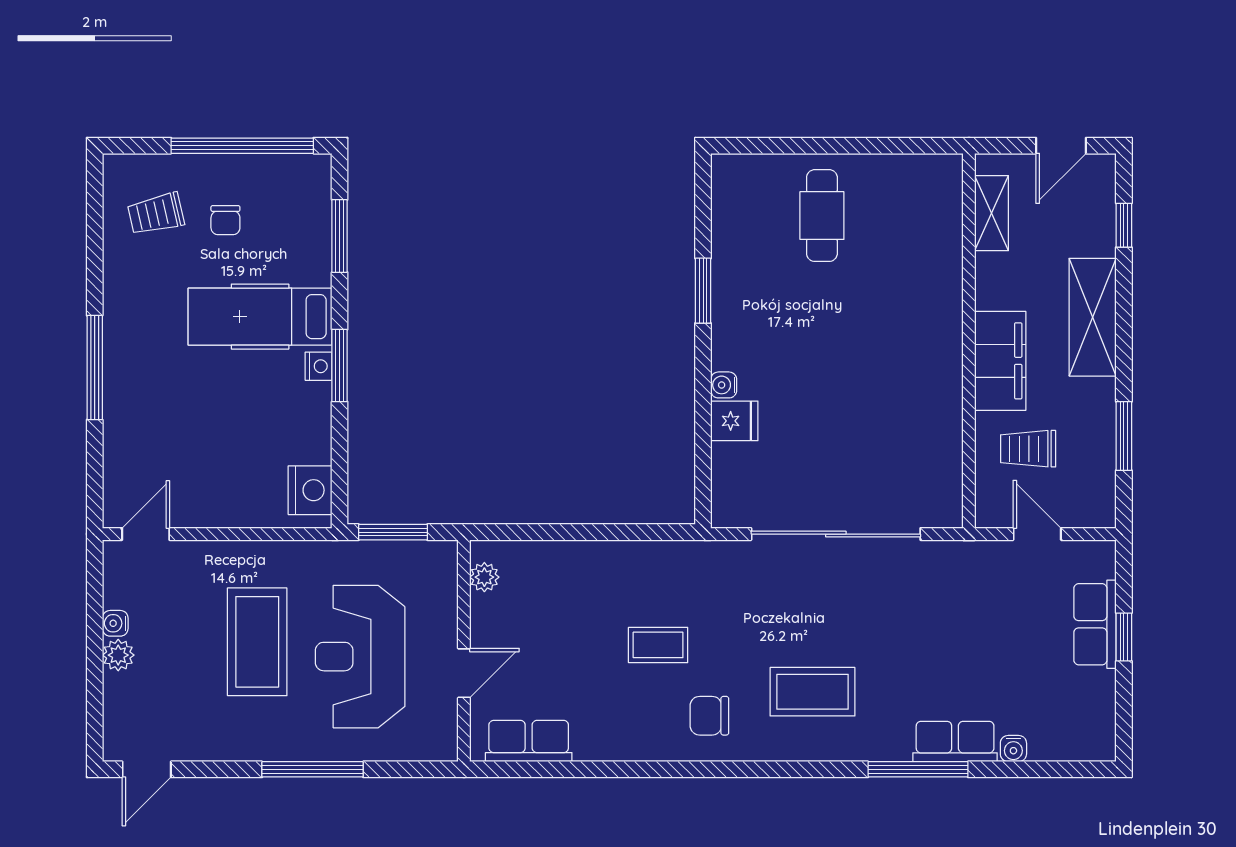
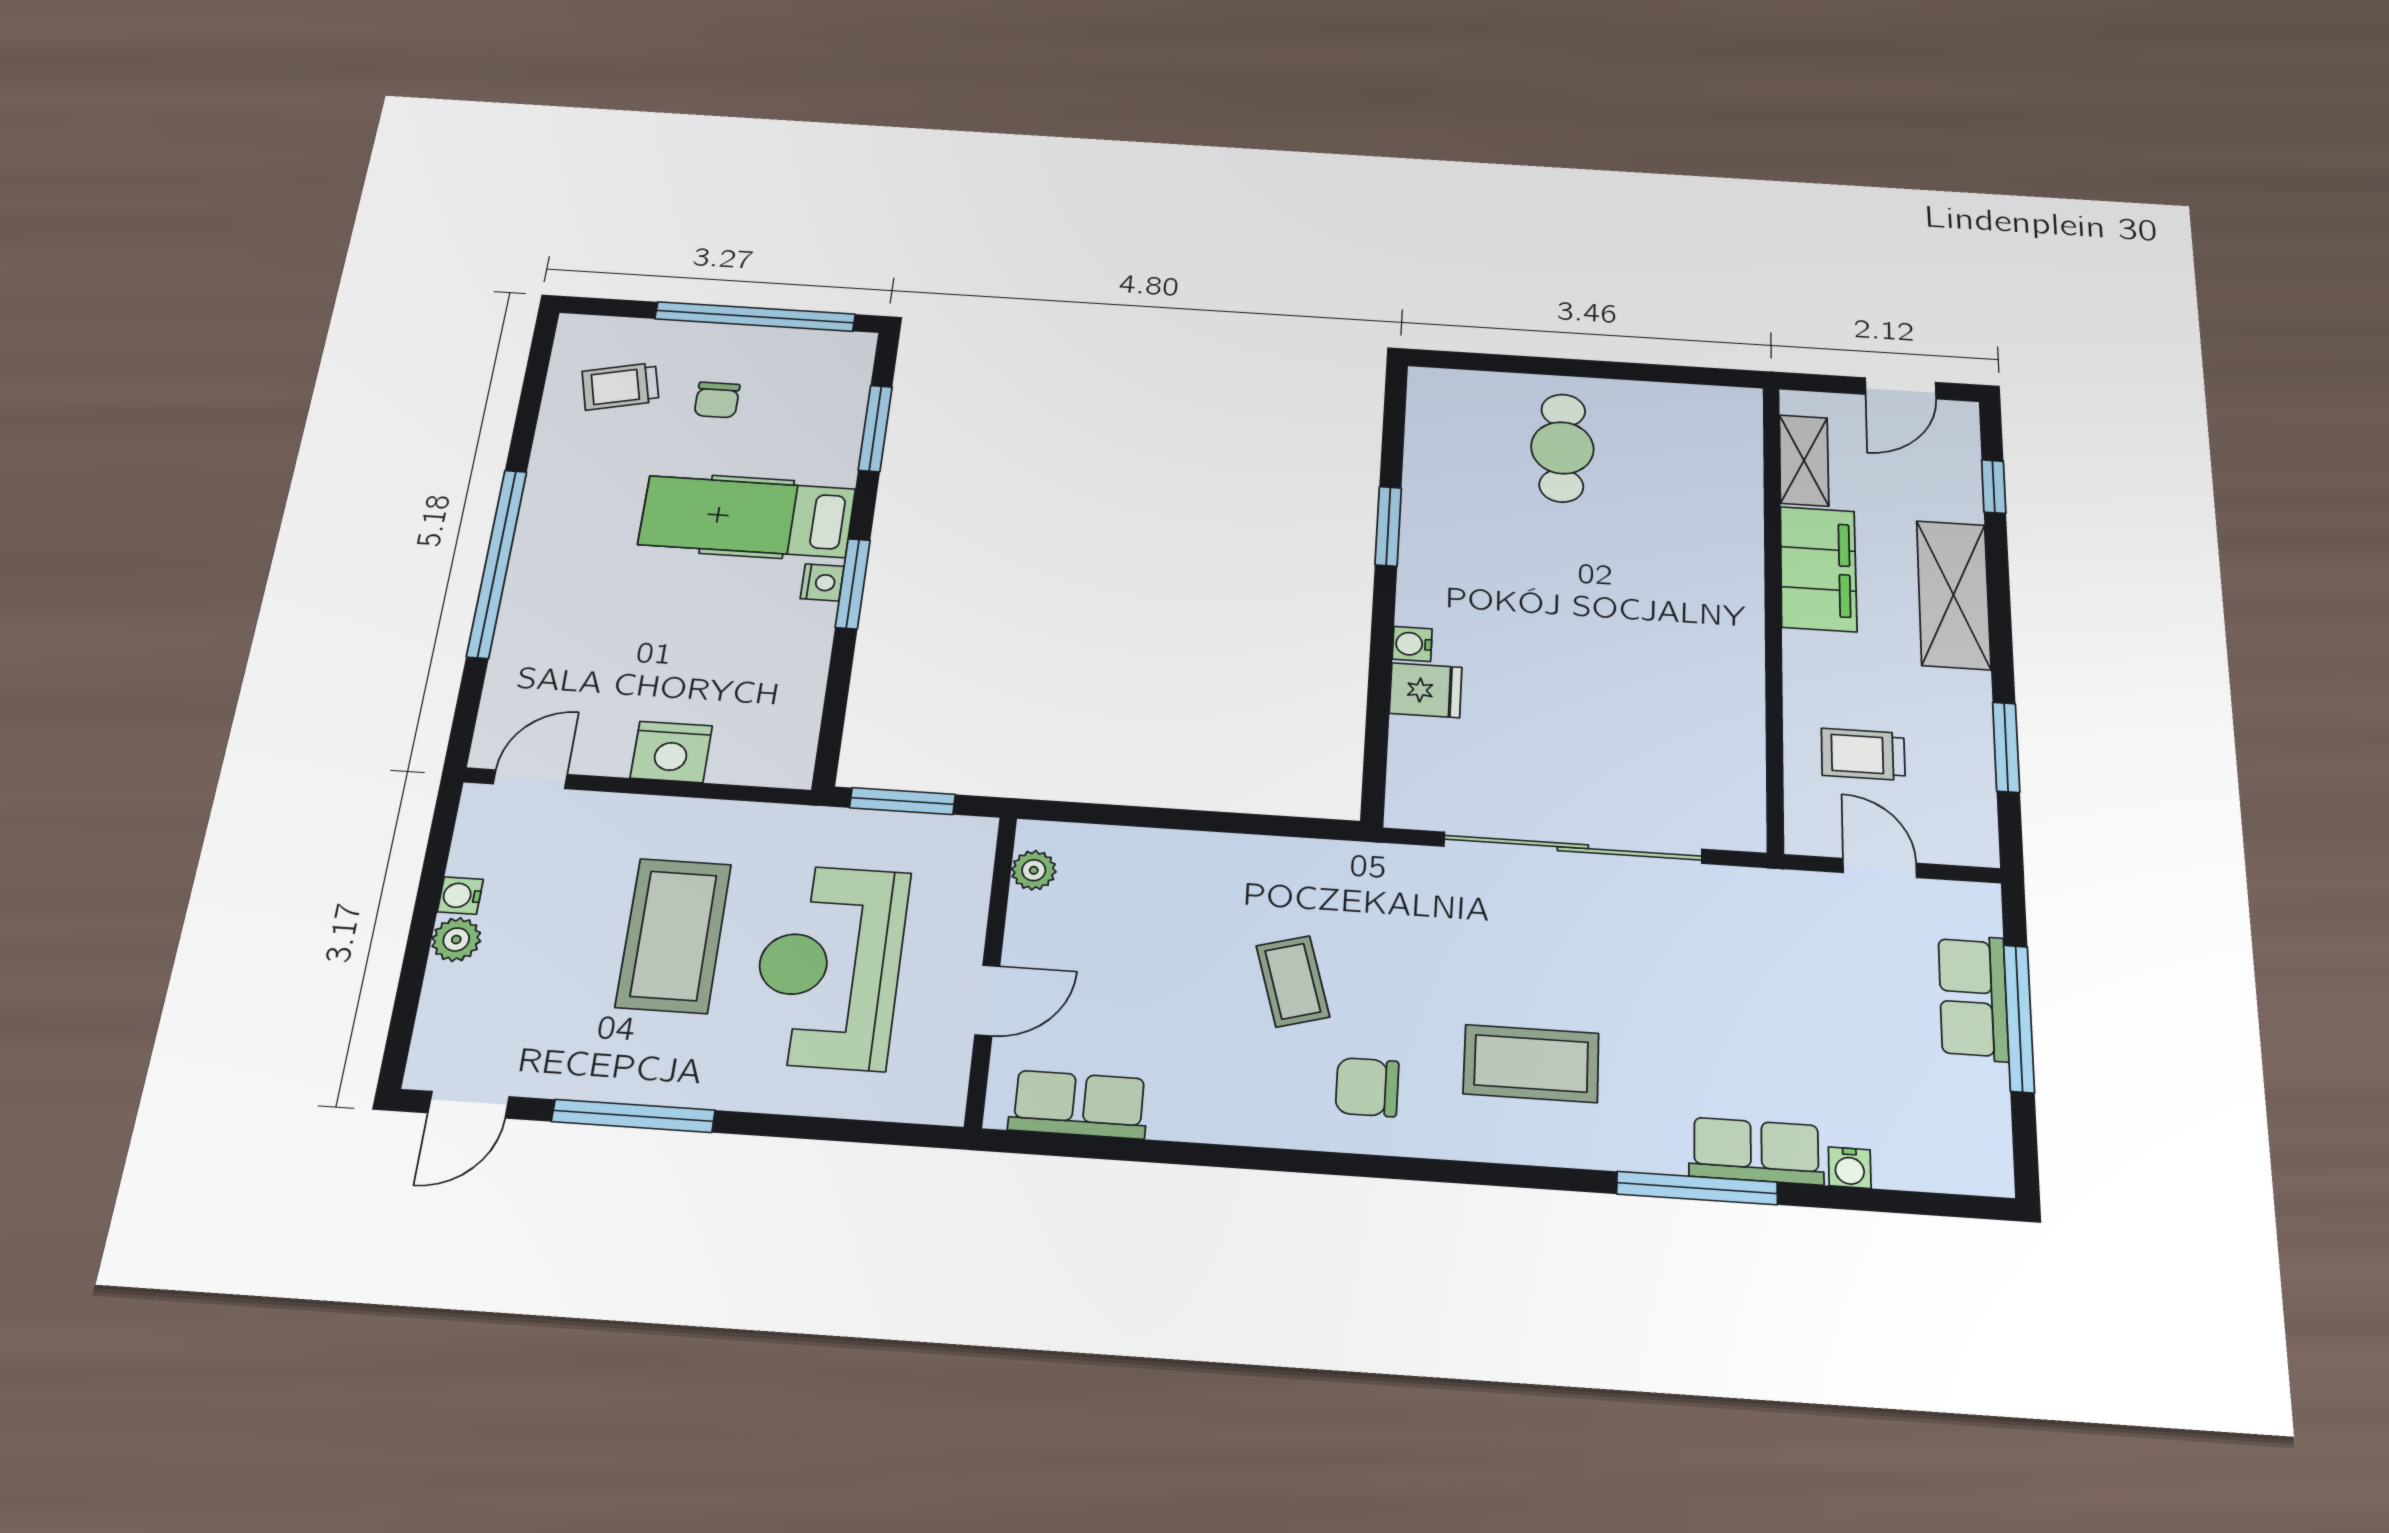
filing cabinet: (1000, 361) -> (1818, 569), moved
window: (95, 368) -> (497, 563), width x1.46
nightstand: (310, 490) -> (671, 752), moved, turned 90
window: (1124, 637) -> (2019, 1018), width x2.17
coffee table: (658, 645) -> (1293, 981), turned 74
window: (313, 769) -> (633, 1116), moved

